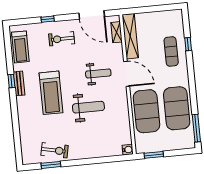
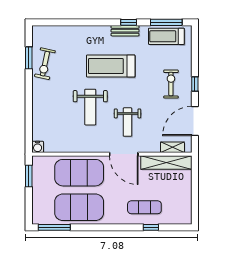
window: (48, 19) -> (195, 84), moved
window: (8, 48) -> (166, 22), added
door: (127, 74) -> (124, 154), hinge flipped

